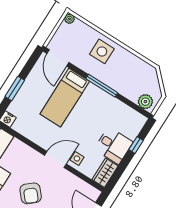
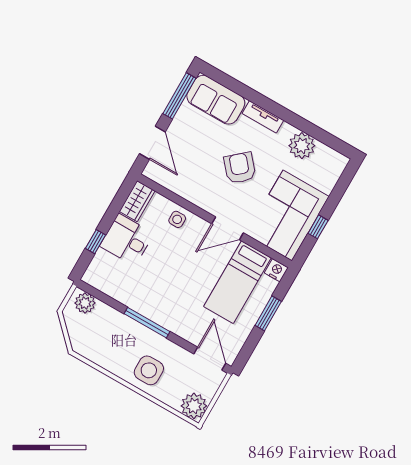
plant: (69, 19) -> (194, 406), width x1.88, depth x1.88
bed: (65, 98) -> (237, 282), moved, turned 180
door: (55, 160) -> (228, 228), moved

